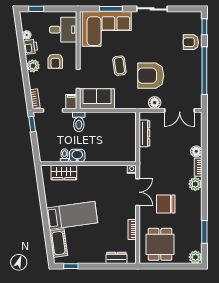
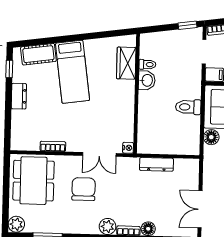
floor lamp: (155, 103) -> (211, 137), moved
toilet: (79, 122) -> (188, 107), moved
dresser: (144, 133) -> (156, 164), moved
dining table: (160, 244) -> (33, 181), width x1.38
dresser: (116, 258) -> (19, 96), moved

